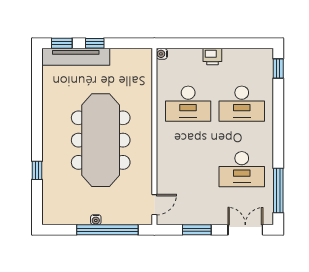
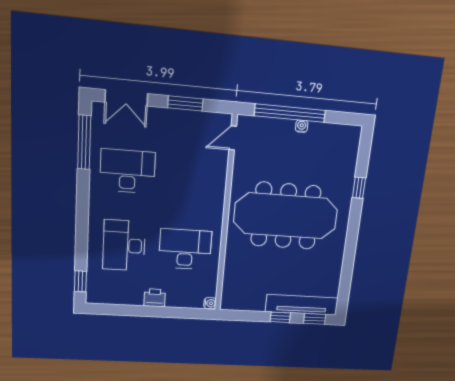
desk: (242, 104) -> (124, 245), turned -90
meeting table: (101, 140) -> (286, 216), turned 90

